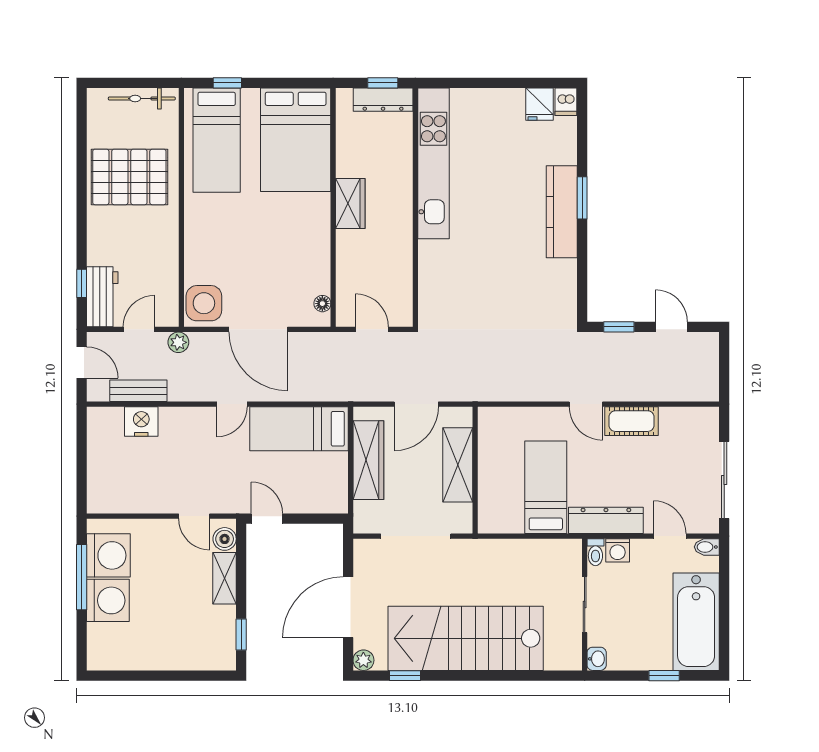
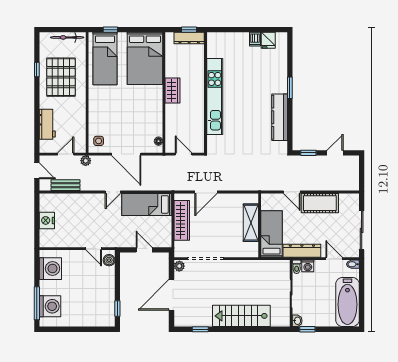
dishwasher: (566, 102) -> (255, 39), moved
kitchen unit: (433, 163) -> (215, 97), moved
pallet: (129, 177) -> (61, 77), turned 90
kitchen counter: (562, 212) -> (280, 117), moved
window: (82, 283) -> (37, 69), moved
workbench: (102, 297) -> (47, 124), moved
side table: (204, 303) -> (99, 141), width x0.54, depth x0.54
door: (671, 327) -> (335, 153), hinge flipped
cot: (632, 421) -> (320, 203), width x1.37, depth x1.34
nightstand: (141, 422) -> (47, 220), moved, turned -90
shelving: (458, 465) -> (251, 223), moved
wall: (475, 470) -> (260, 225), moved
door: (267, 519) -> (144, 250), moved
window: (82, 577) -> (37, 303), moved
shelving: (224, 578) -> (109, 280), removed
washing machine: (108, 600) -> (50, 306), moved
stairs: (466, 638) -> (241, 316), width x0.73, depth x0.66
plant: (363, 660) -> (179, 266), moved
window: (664, 676) -> (307, 329), moved

